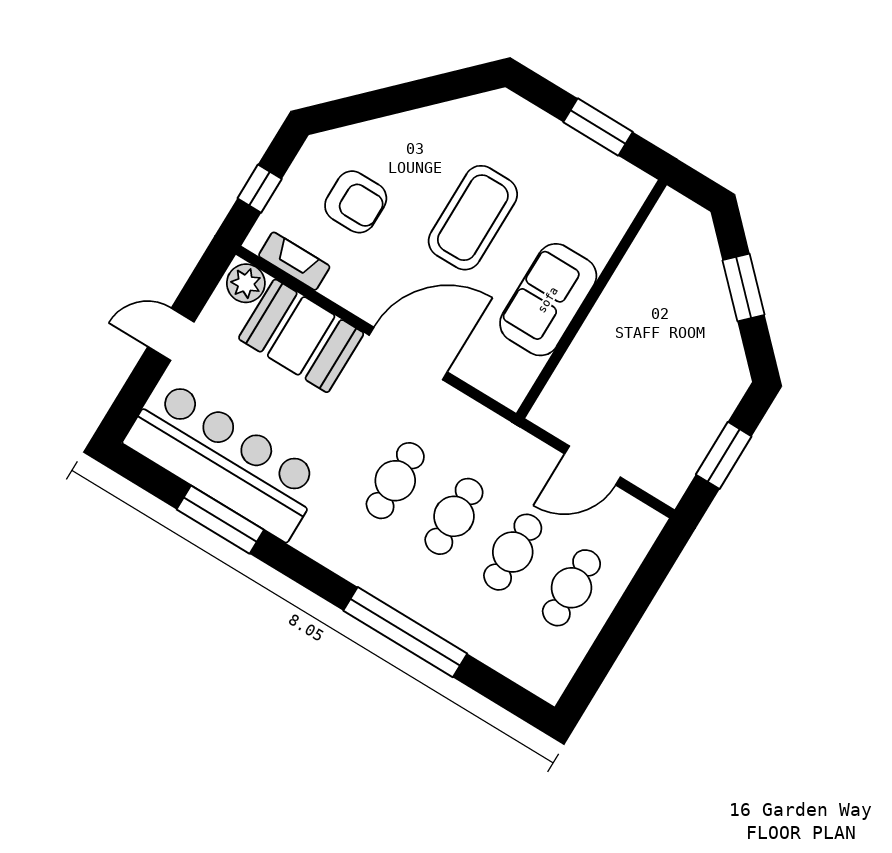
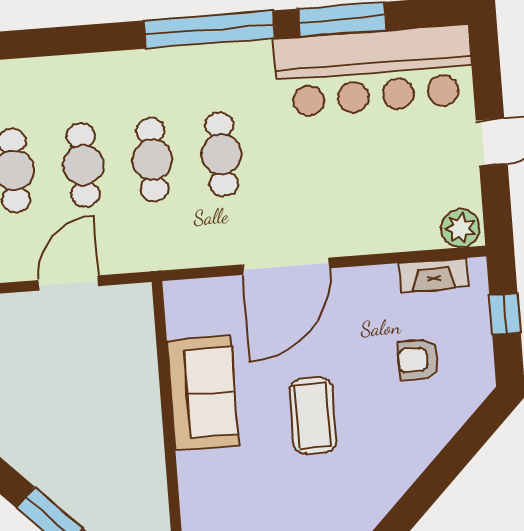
armchair: (356, 202) -> (418, 360), width x0.72, depth x0.72
coffee table: (473, 218) -> (313, 416), width x0.73, depth x0.76
booth: (301, 336) -> (384, 218), removed
window: (405, 632) -> (209, 29), moved

